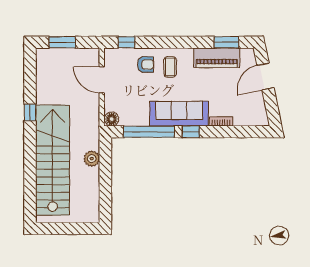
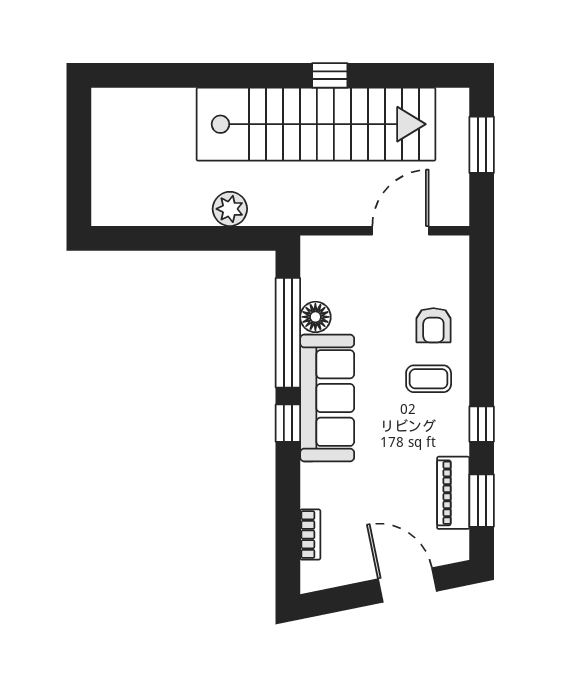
window: (126, 42) -> (482, 424), moved
piano: (217, 58) -> (453, 493), width x0.73, depth x0.75
floor lamp: (112, 119) -> (315, 317), moved
bookcase: (221, 121) -> (310, 535), moved
stairs: (53, 160) -> (316, 124), moved

